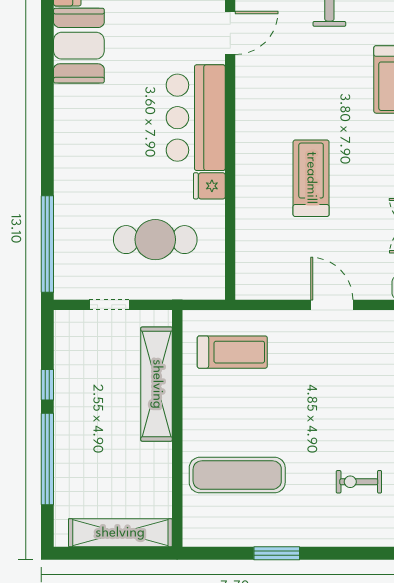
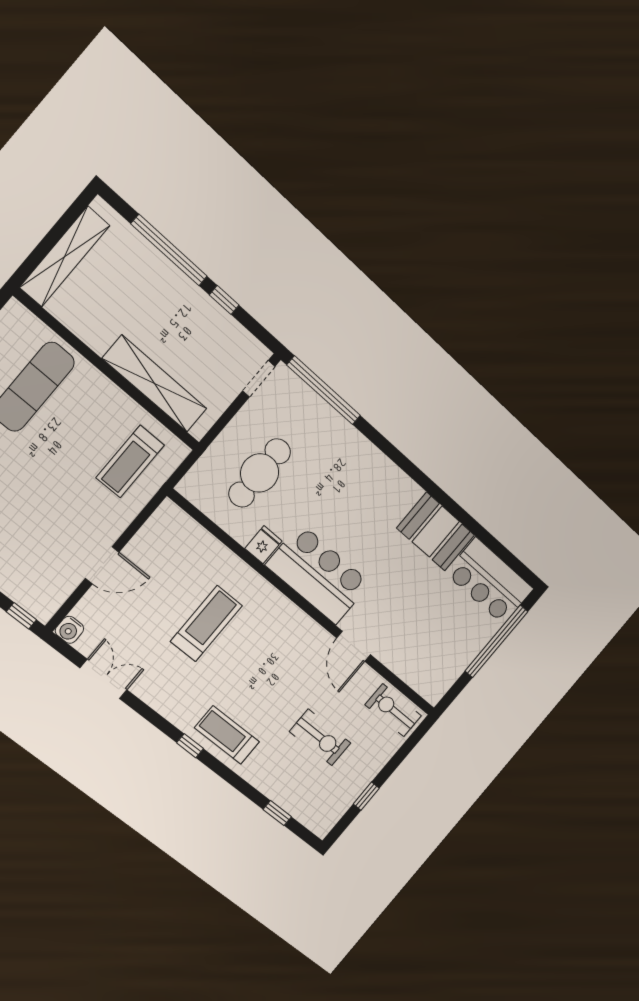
treadmill: (311, 178) -> (206, 624), turned -90
doorway: (109, 305) -> (259, 379), moved

